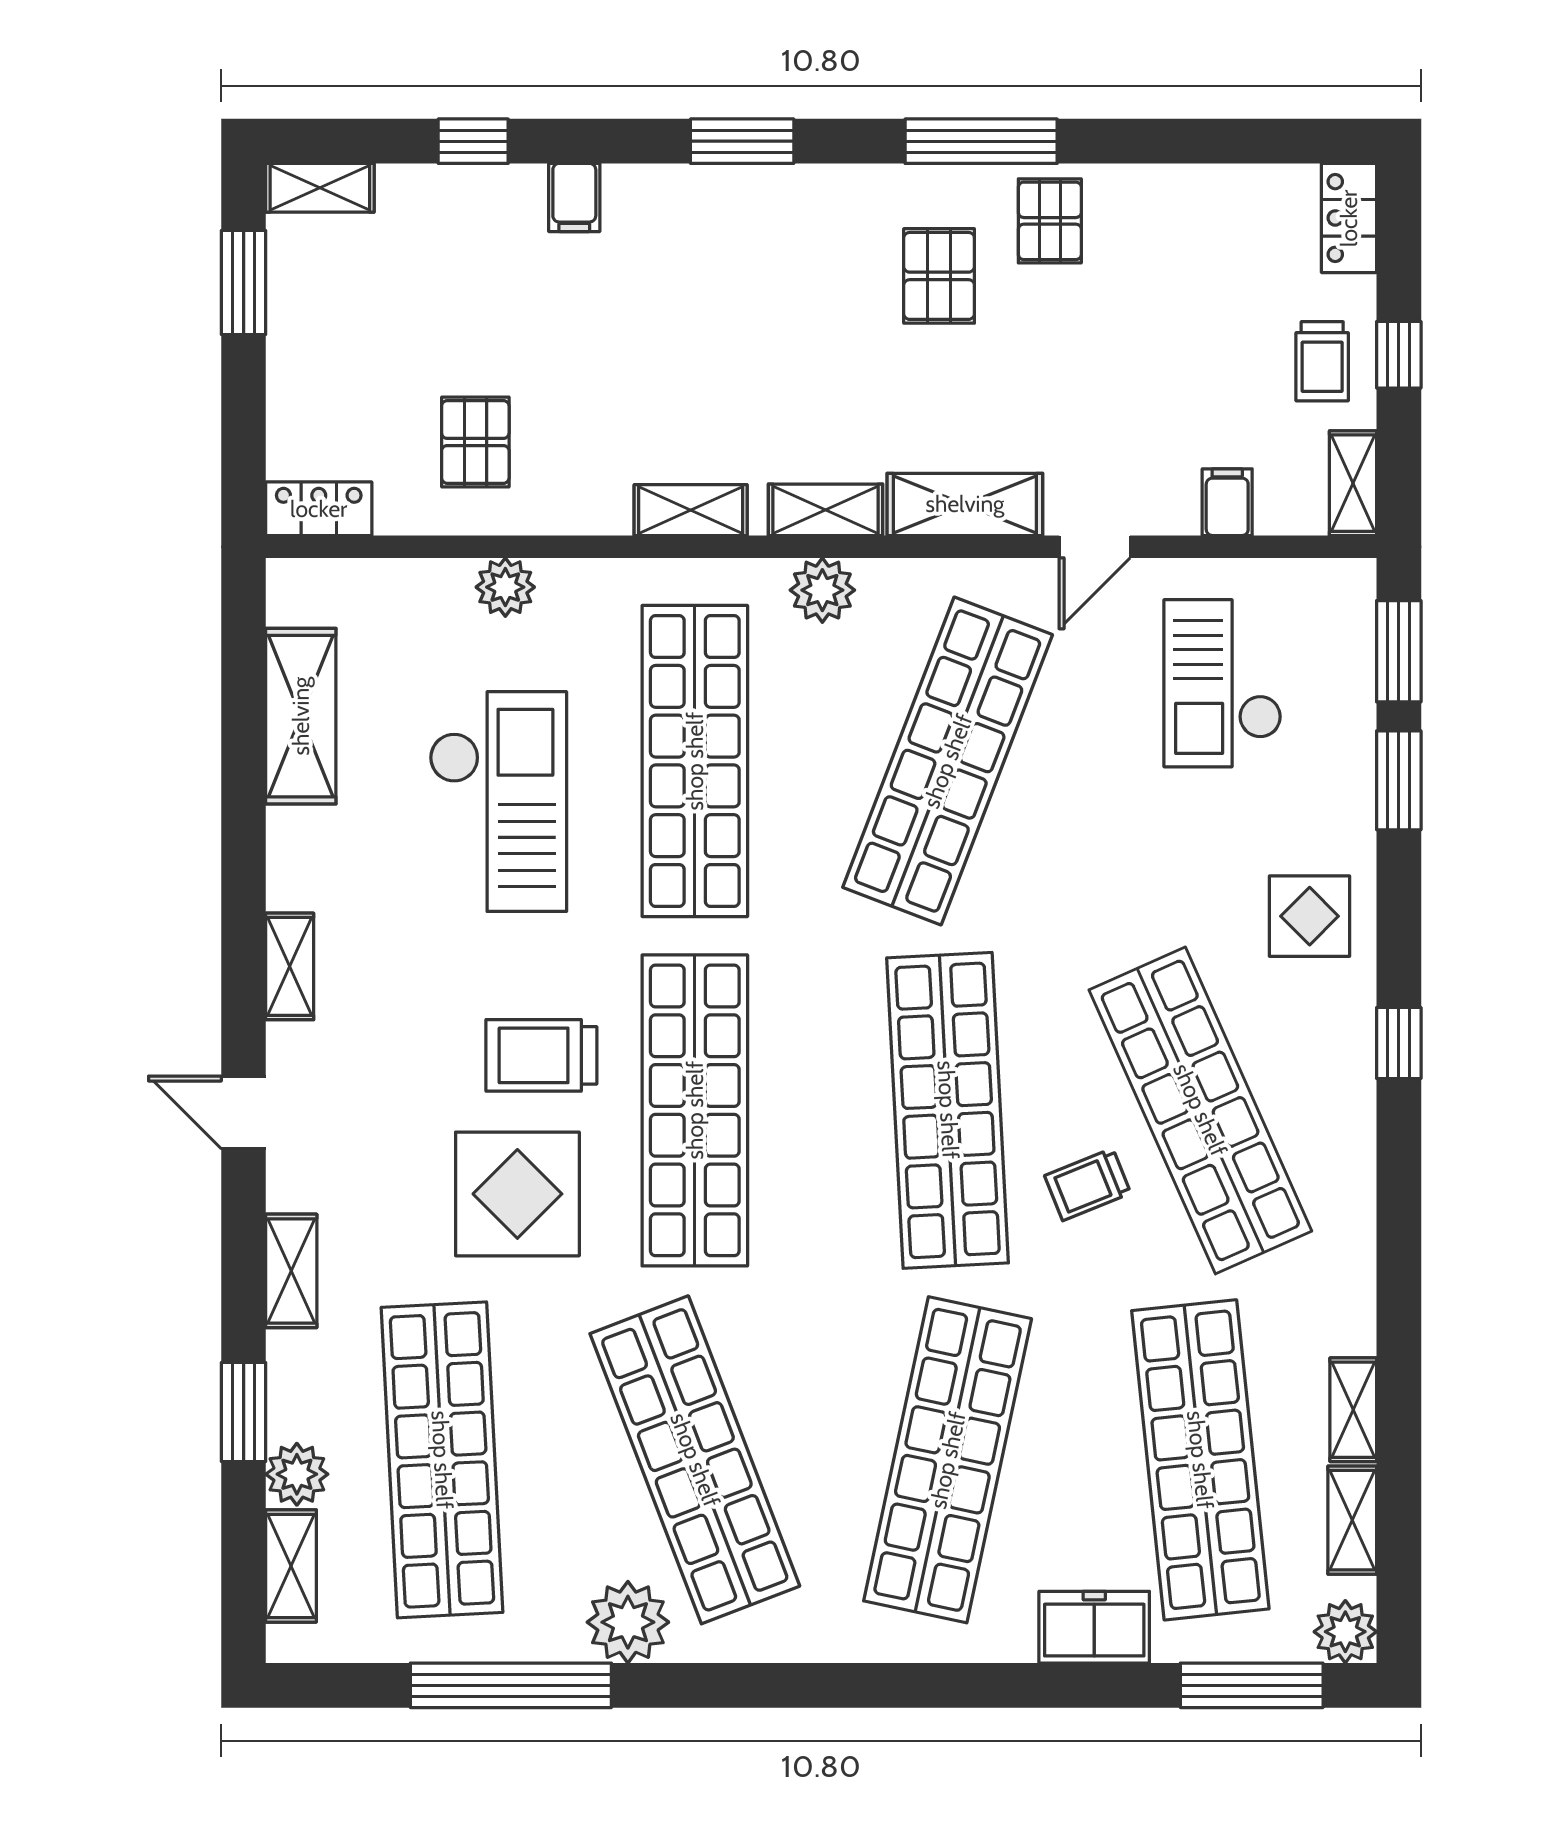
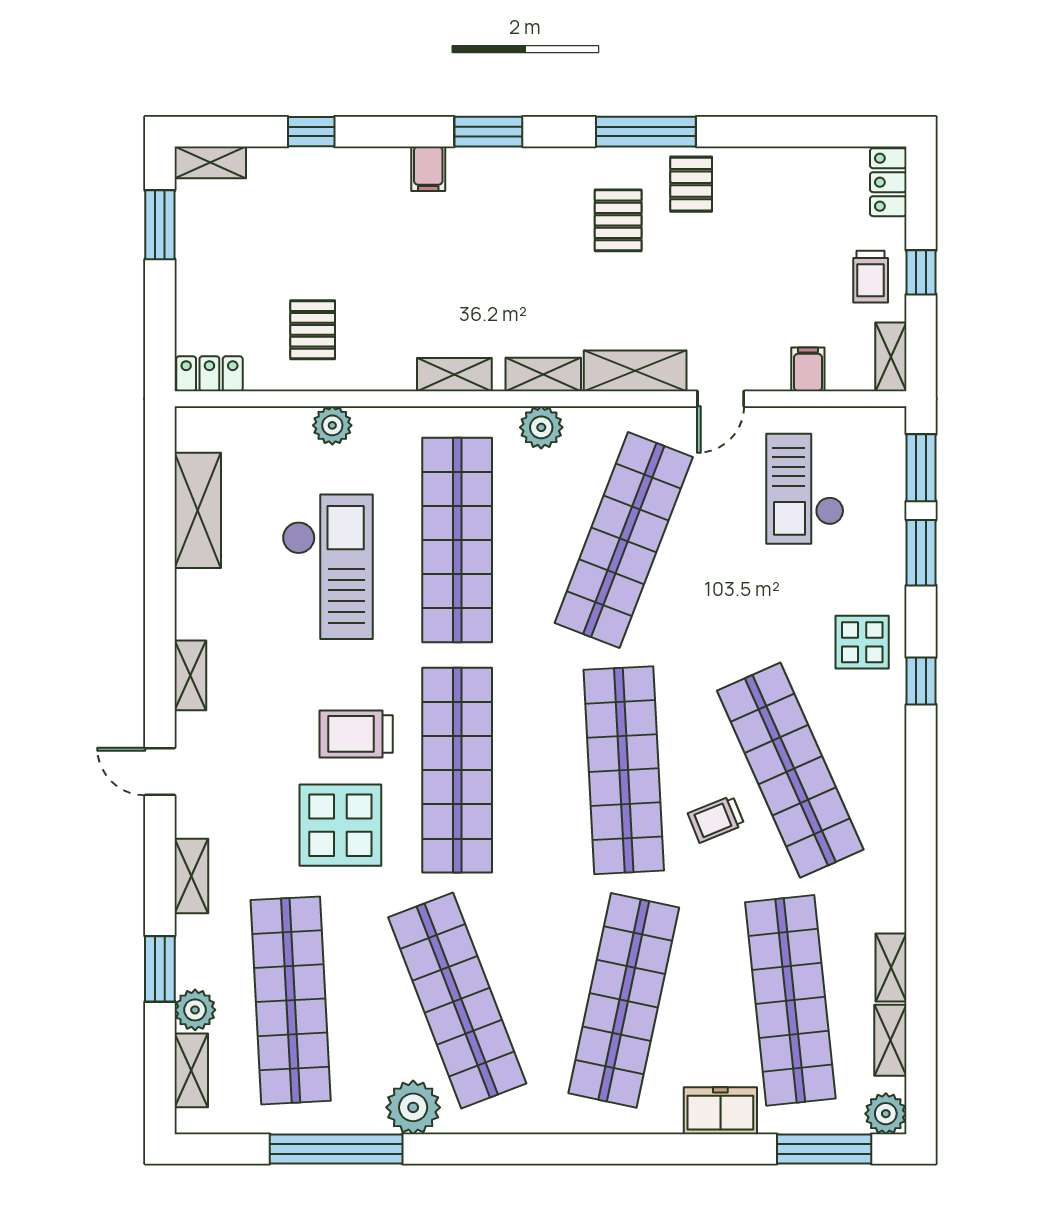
filing cabinet: (574, 197) -> (428, 169), moved
window: (1399, 1043) -> (921, 681), moved

